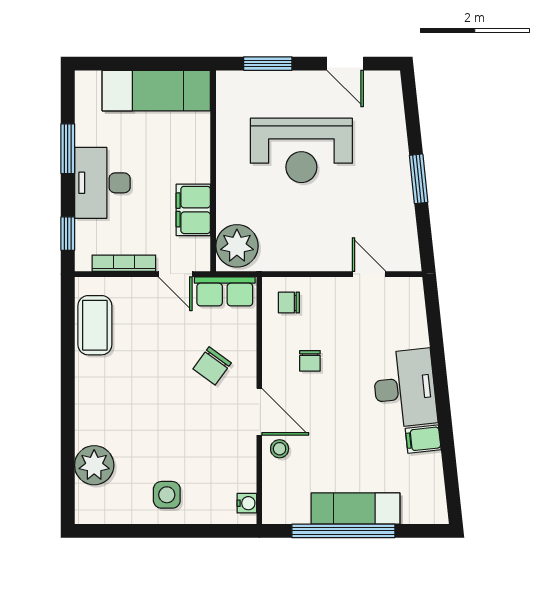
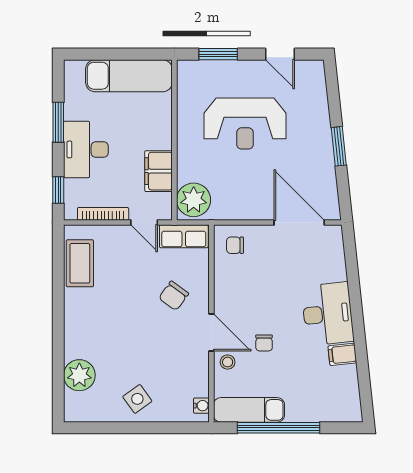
door: (369, 274) -> (299, 222), width x1.88
chair: (310, 361) -> (264, 343), moved
side table: (167, 495) -> (137, 399), turned -36
exam couch: (356, 509) -> (249, 410), moved

